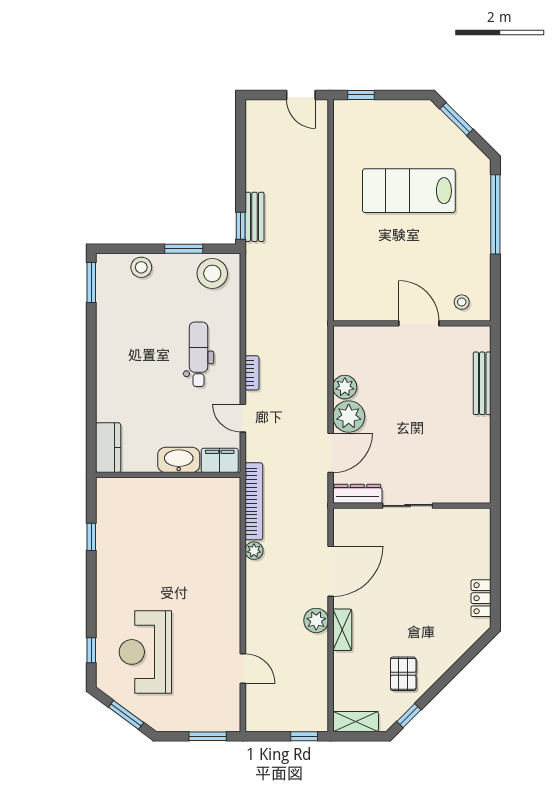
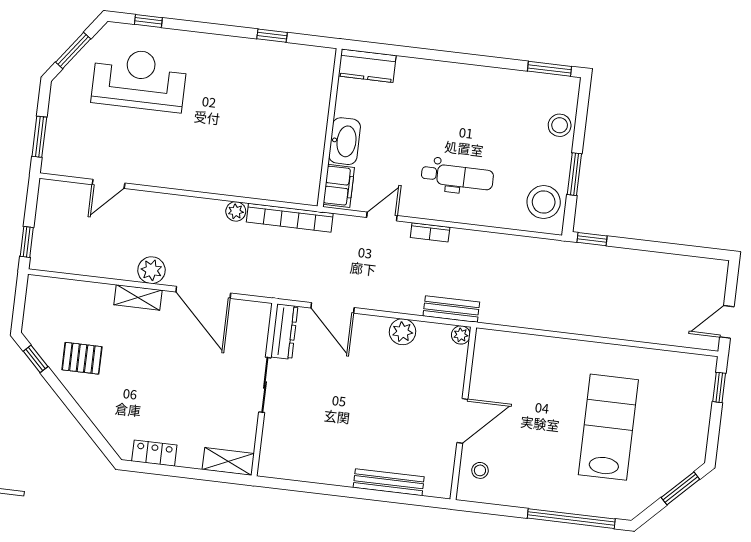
bench: (254, 217) -> (451, 309), moved
plant: (349, 417) -> (461, 335), moved, width x0.53, depth x0.53
shelving: (356, 722) -> (228, 461), moved, turned 90

